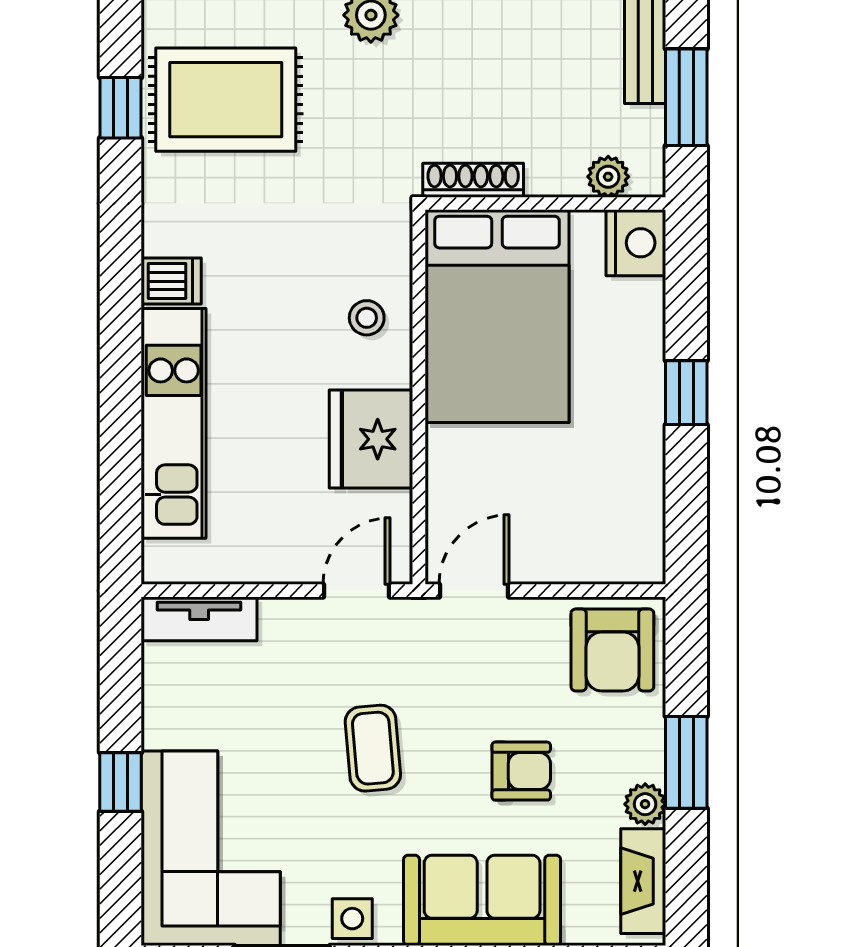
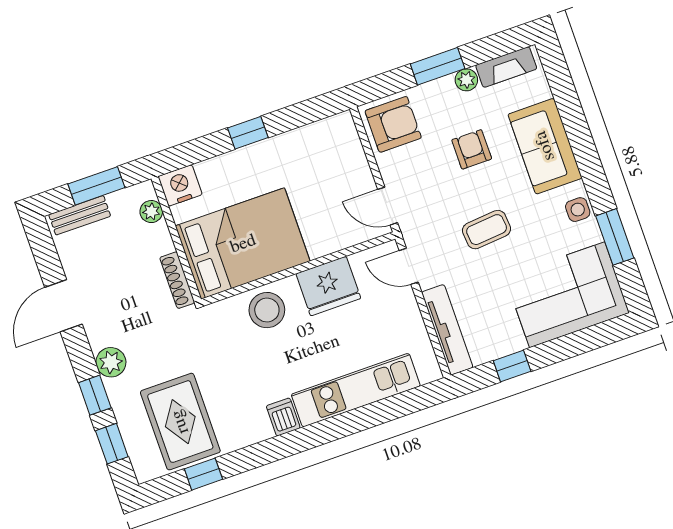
stool: (367, 318) -> (267, 310), width x1.89, depth x1.89
tv unit: (199, 619) -> (447, 330), width x1.41
window: (121, 782) -> (512, 366), moved

